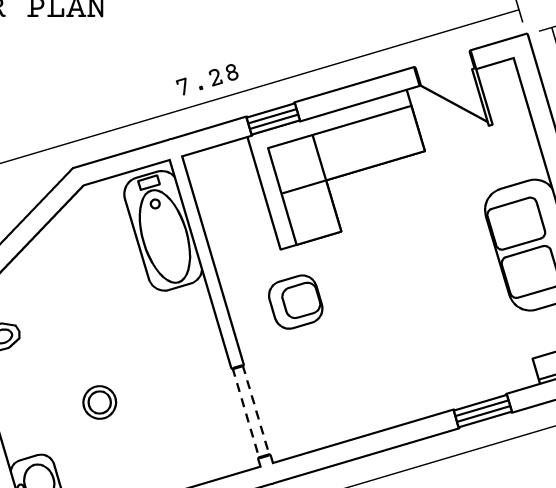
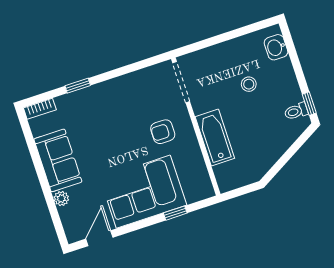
door: (445, 68) -> (99, 238), hinge flipped
plant: (528, 160) -> (61, 198), added
bathtub: (163, 231) -> (215, 138), moved

